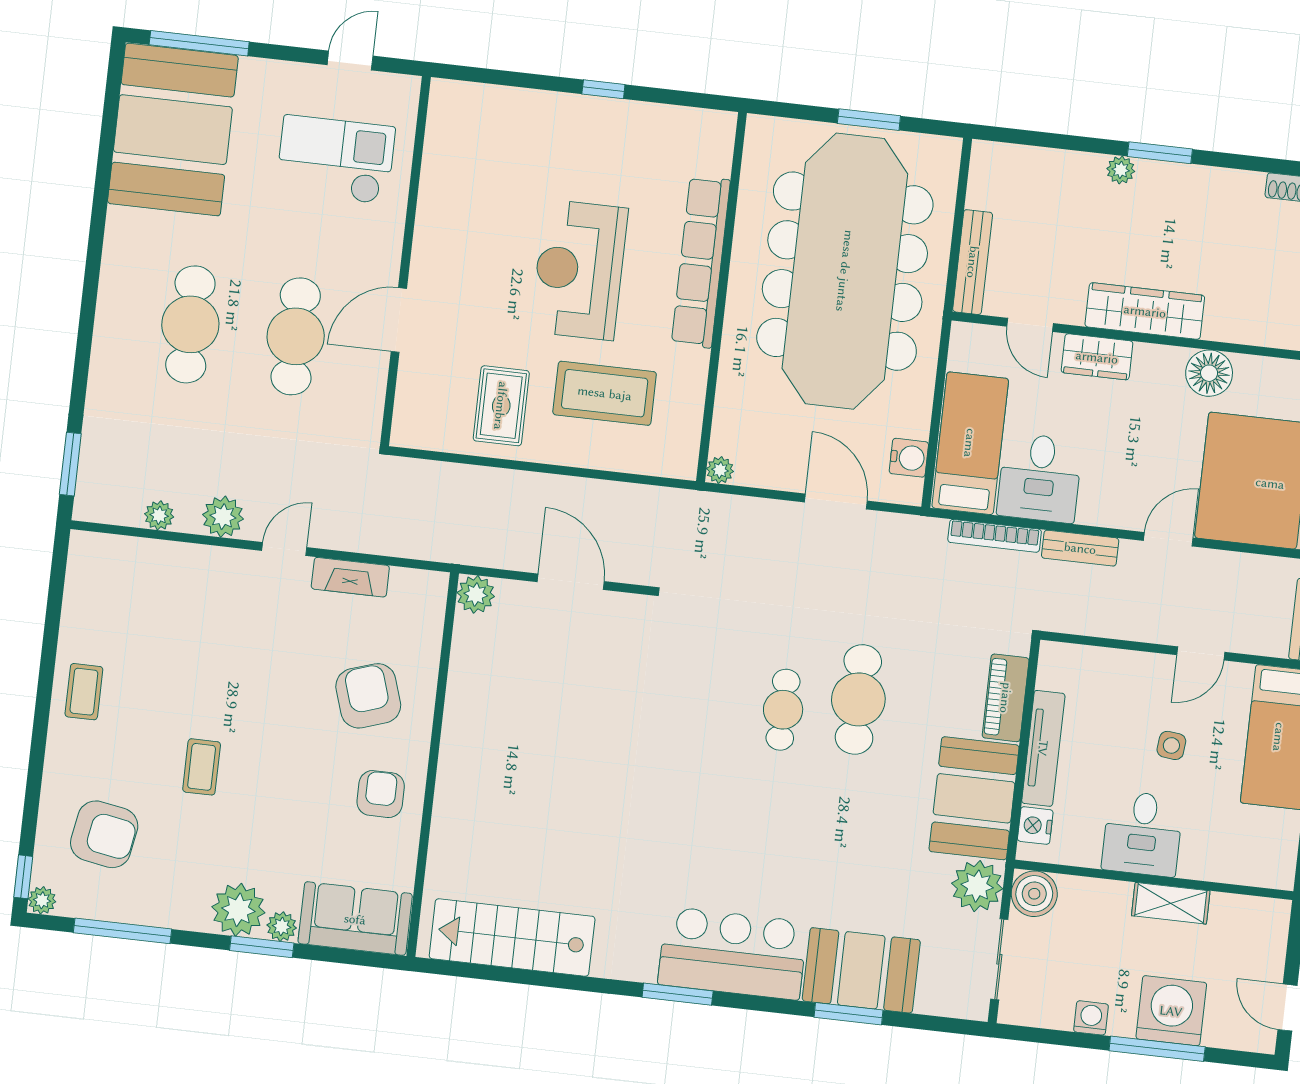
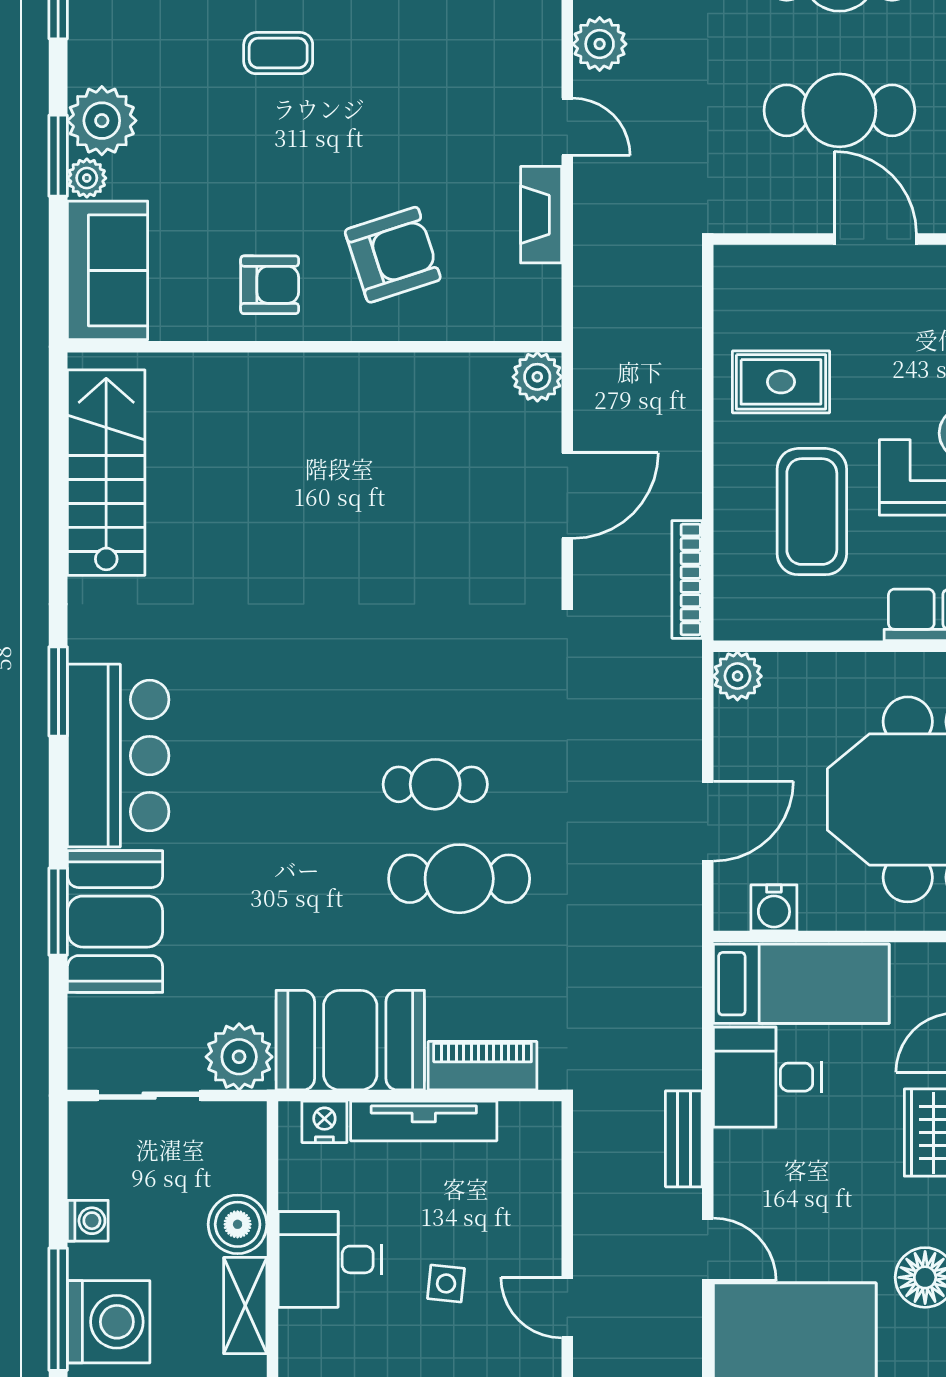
plant: (720, 470) -> (737, 676), width x1.38, depth x1.38
bookcase: (995, 536) -> (687, 579), moved
boiler: (1034, 894) -> (238, 1224), moved

